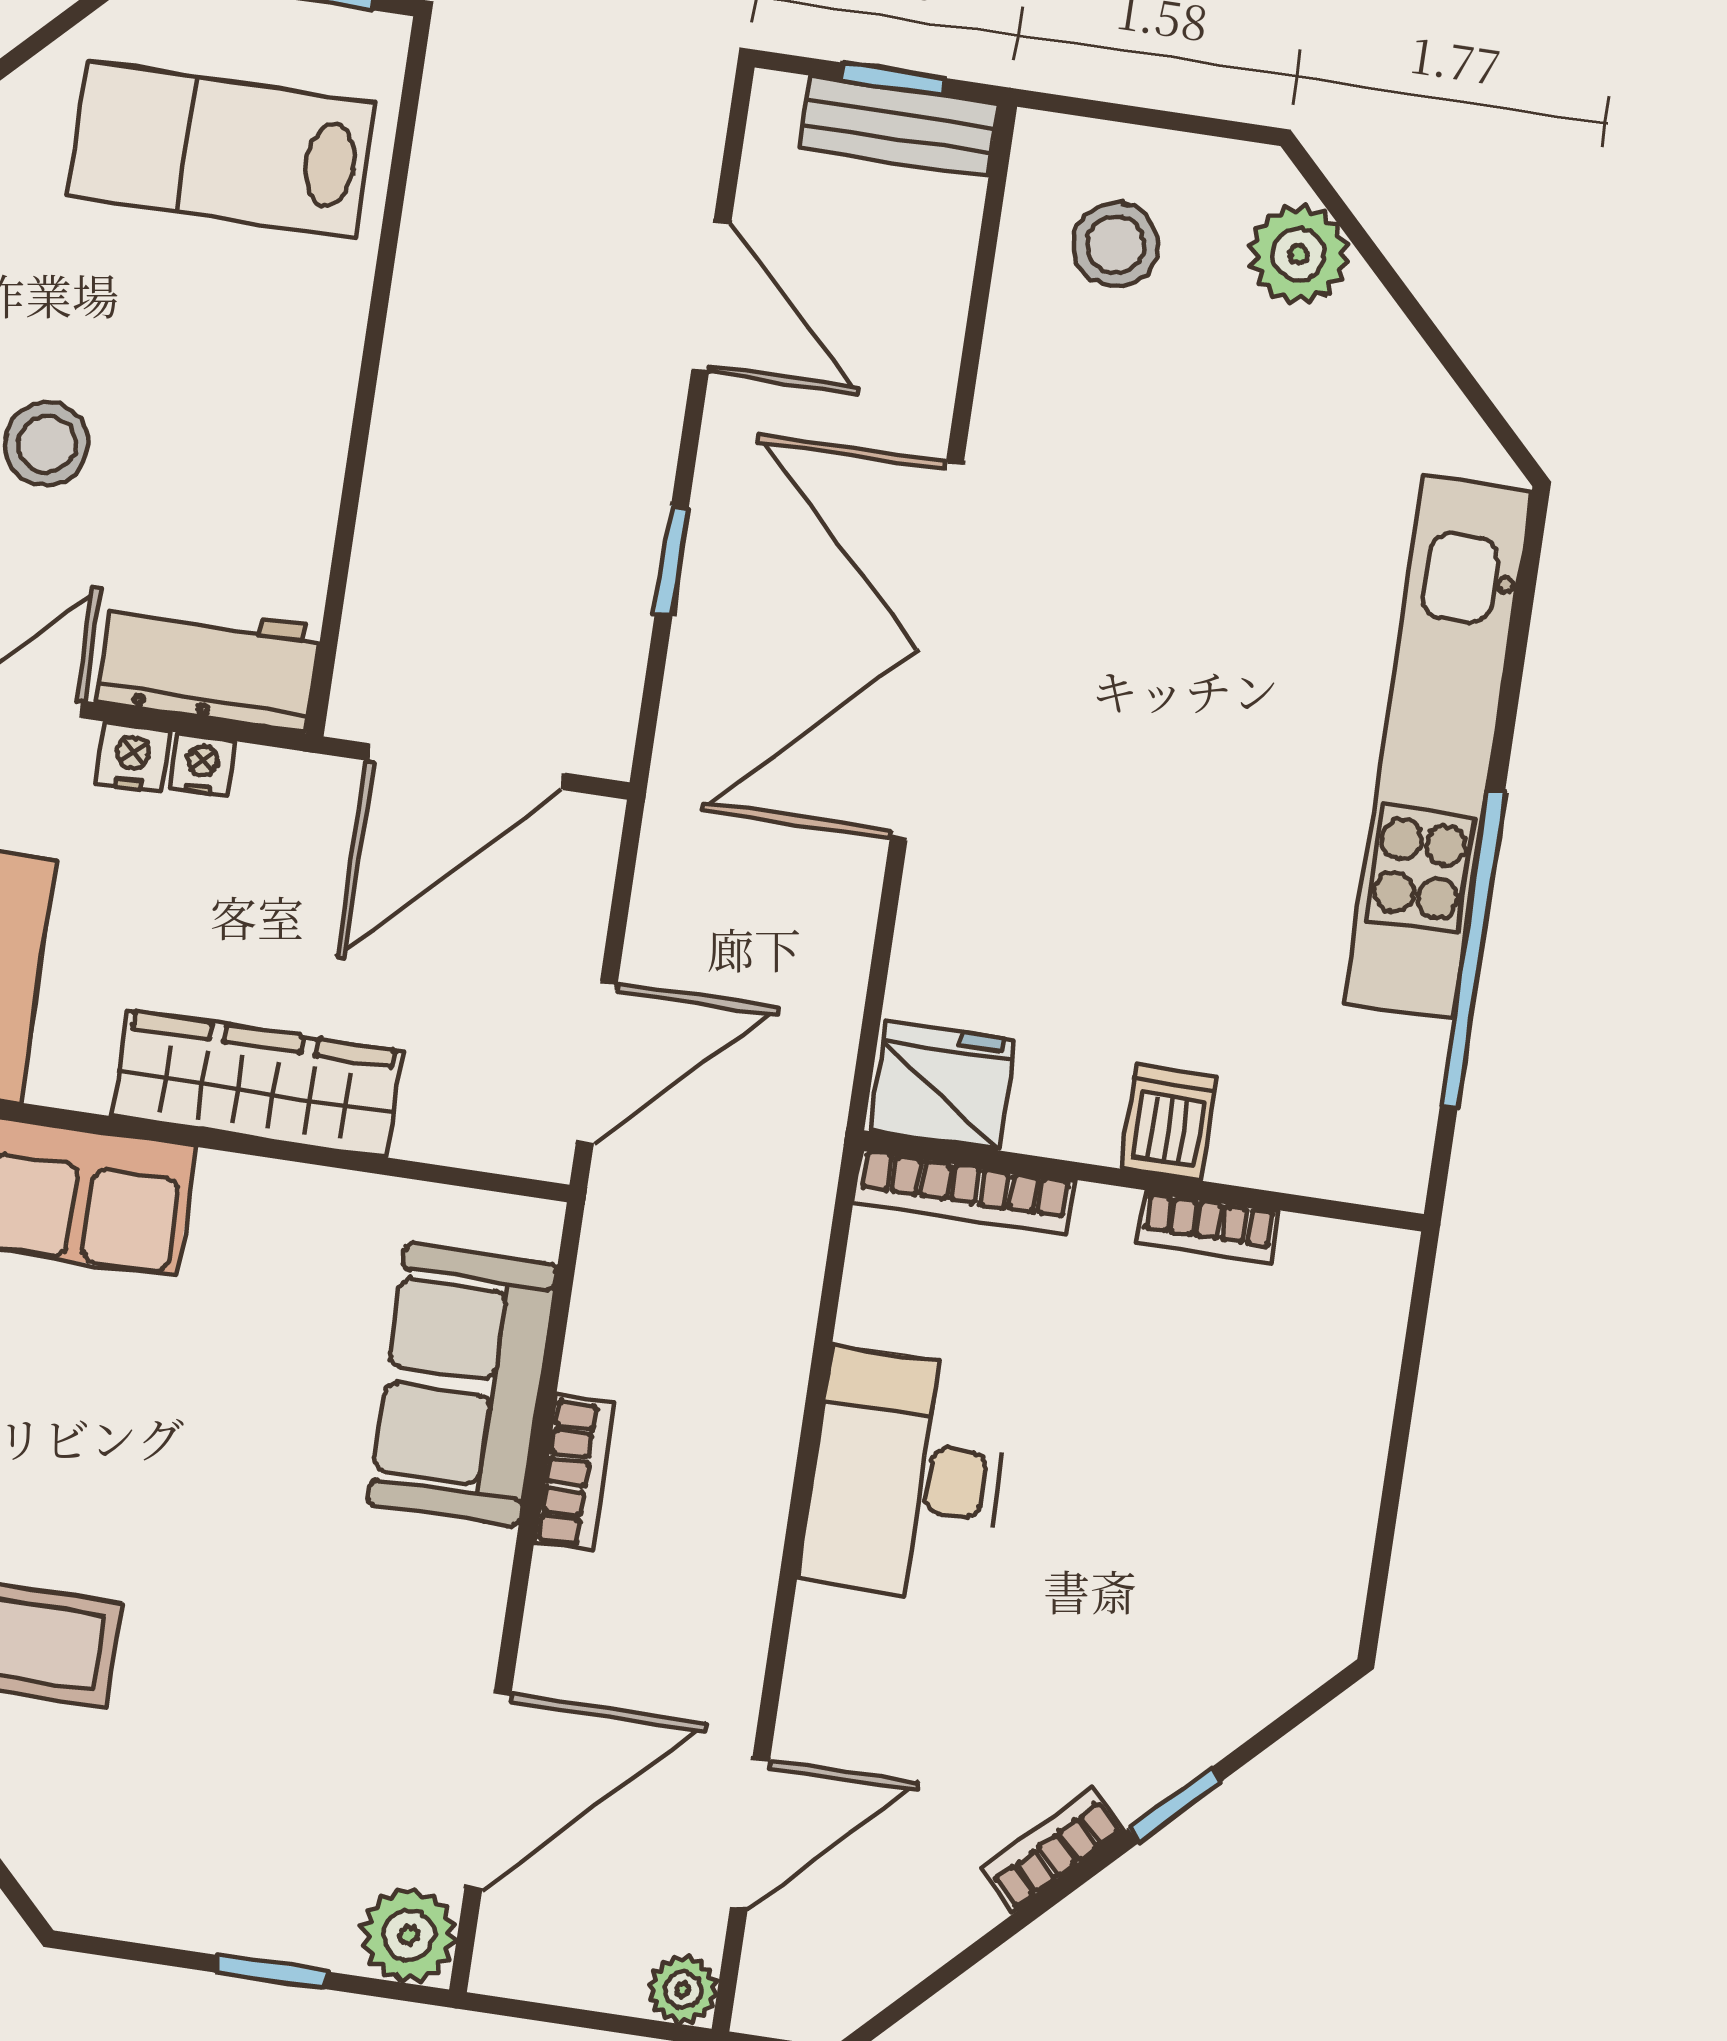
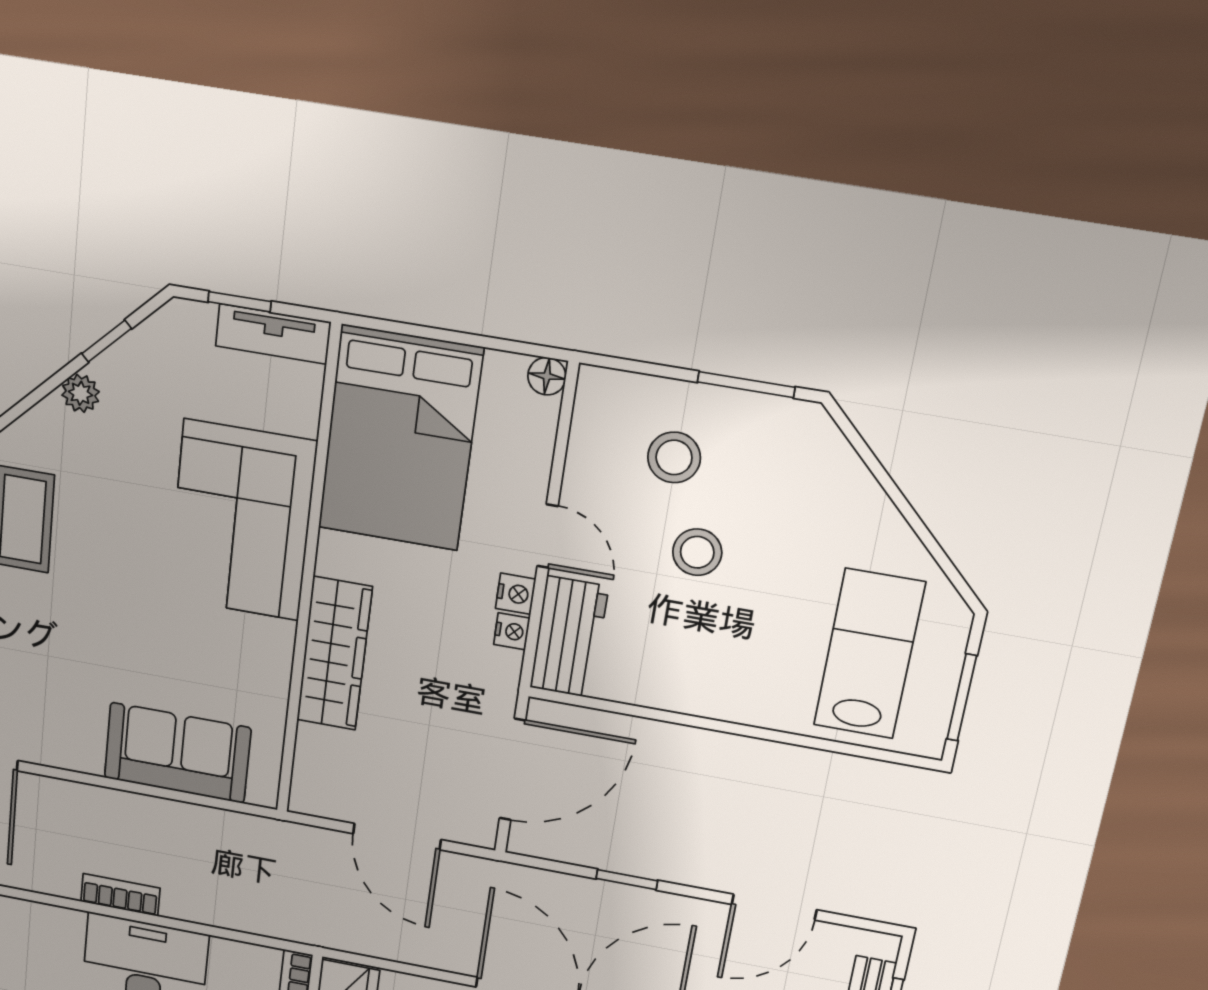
door: (466, 767) -> (512, 770), swing flipped
door: (597, 1062) -> (397, 837), moved
bookcase: (575, 1473) -> (120, 895), moved, turned 180

